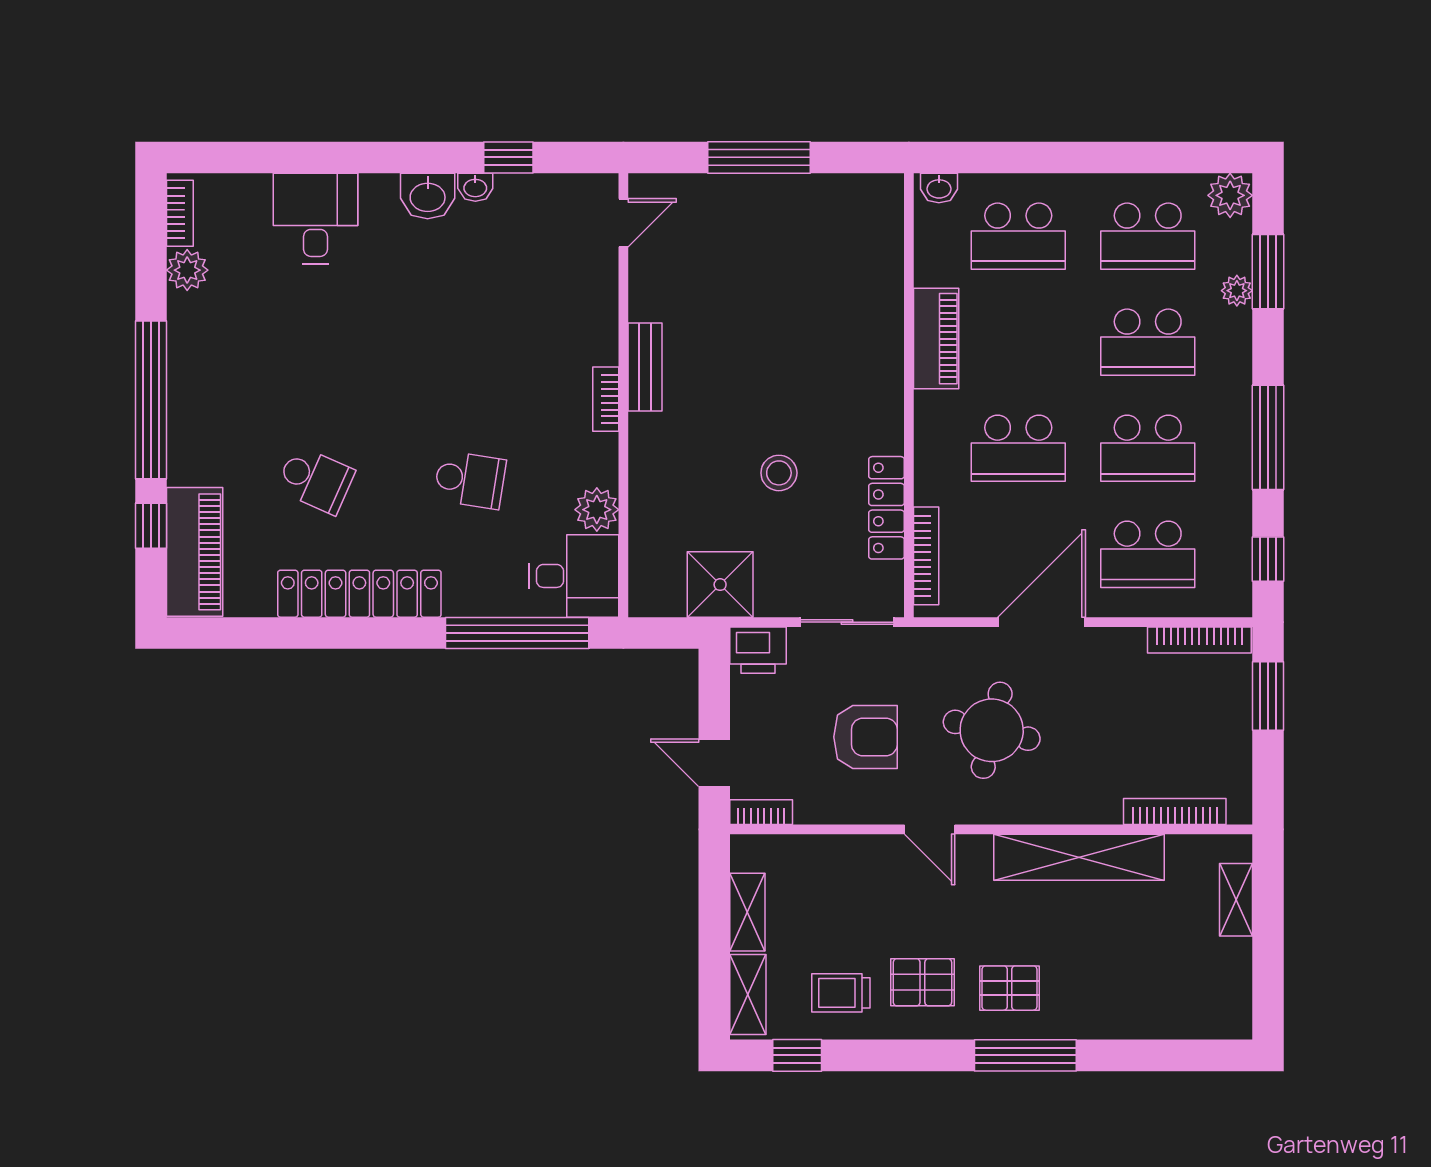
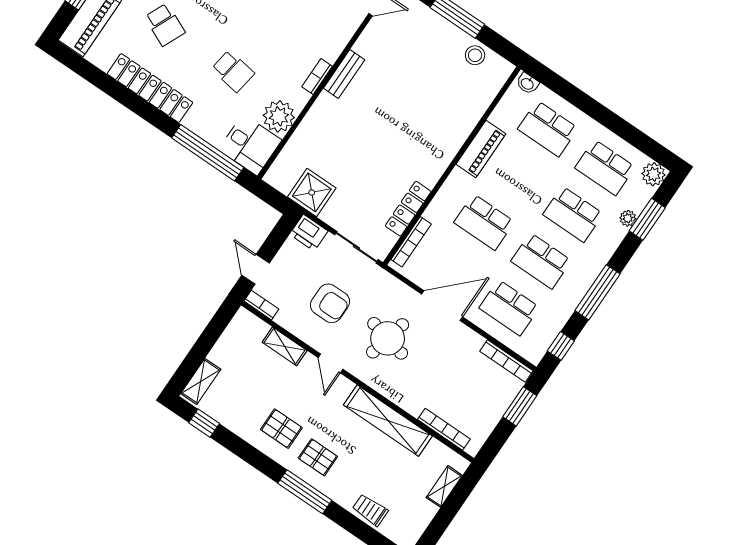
stool: (779, 473) -> (475, 55), moved
plant: (597, 510) -> (279, 116), width x1.36, depth x1.36
shelving: (747, 912) -> (285, 346), moved, turned 90
trolley: (841, 993) -> (370, 510), moved

